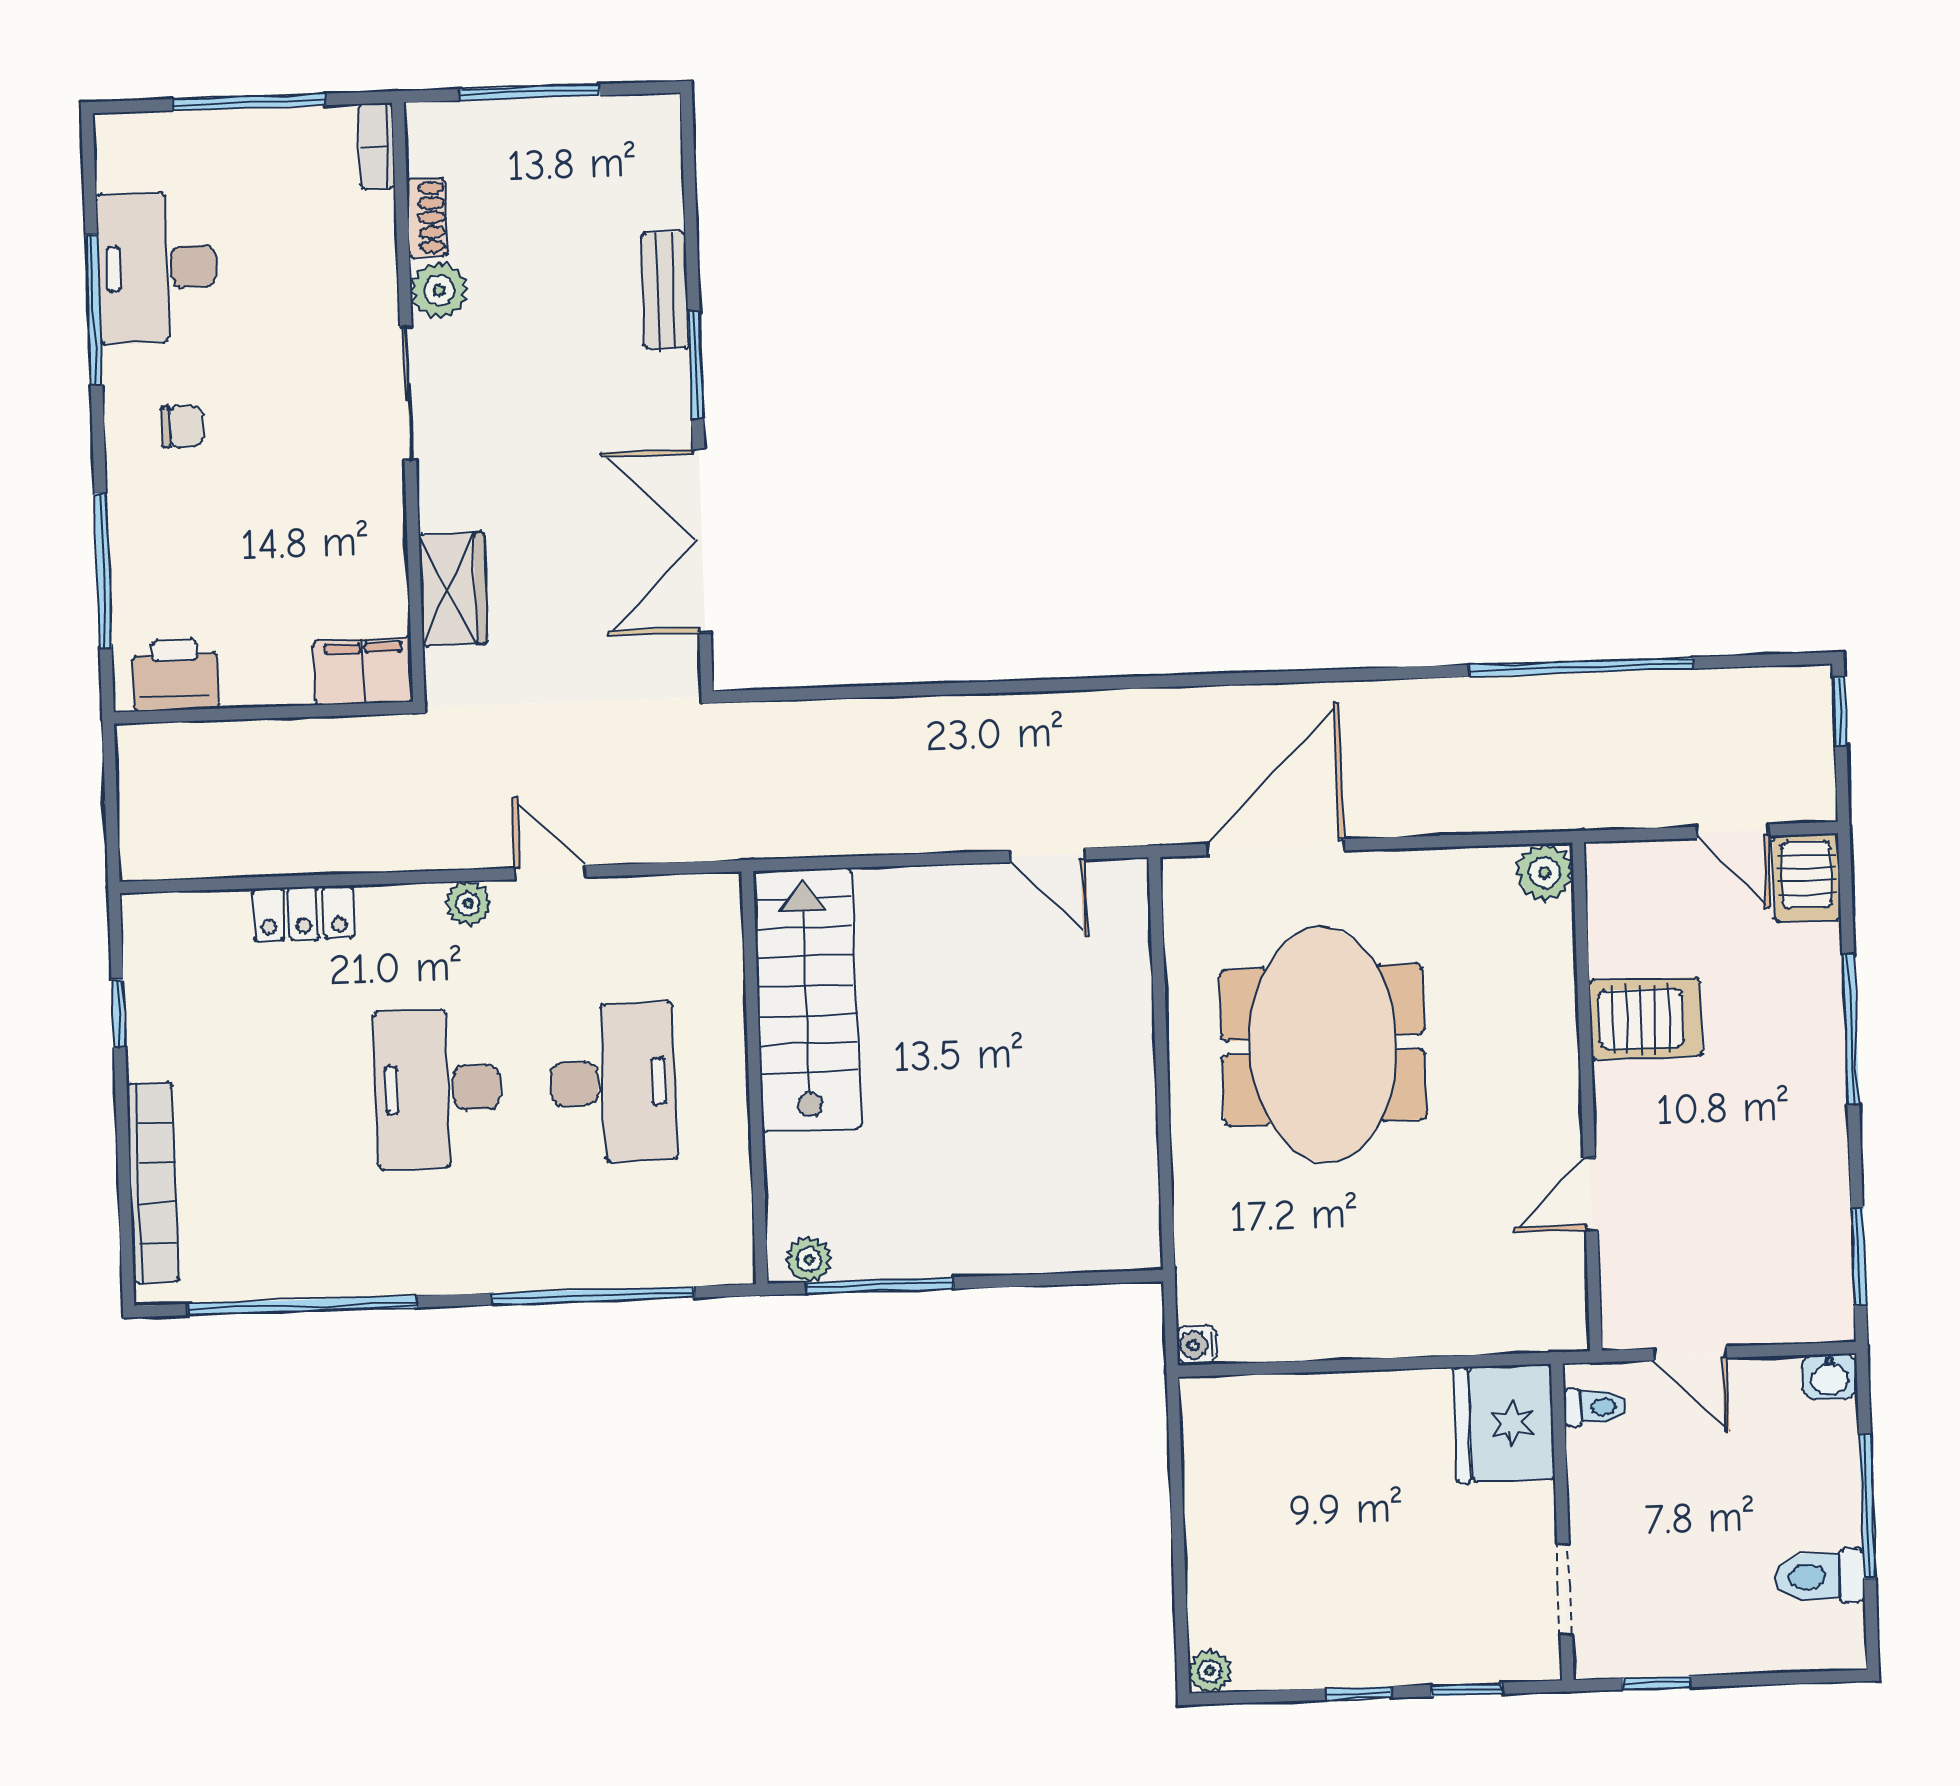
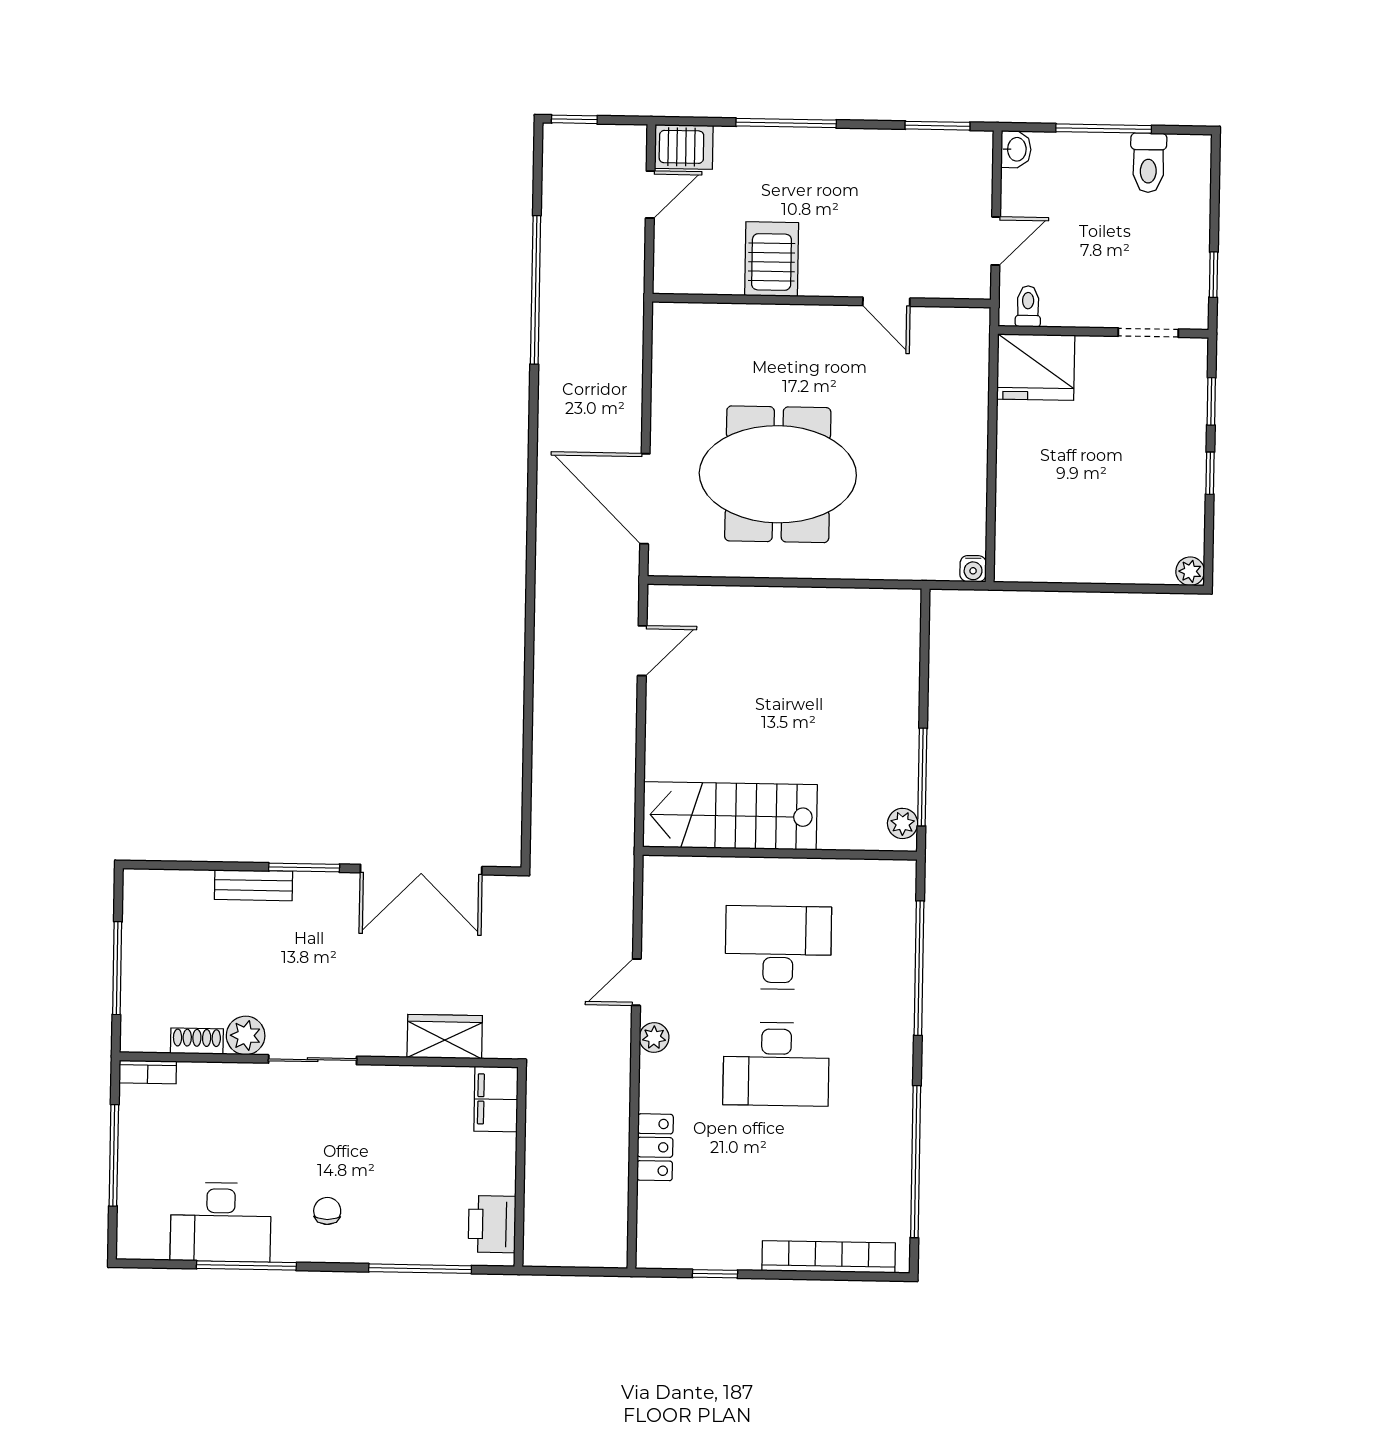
plant: (1545, 873) -> (671, 321), removed

